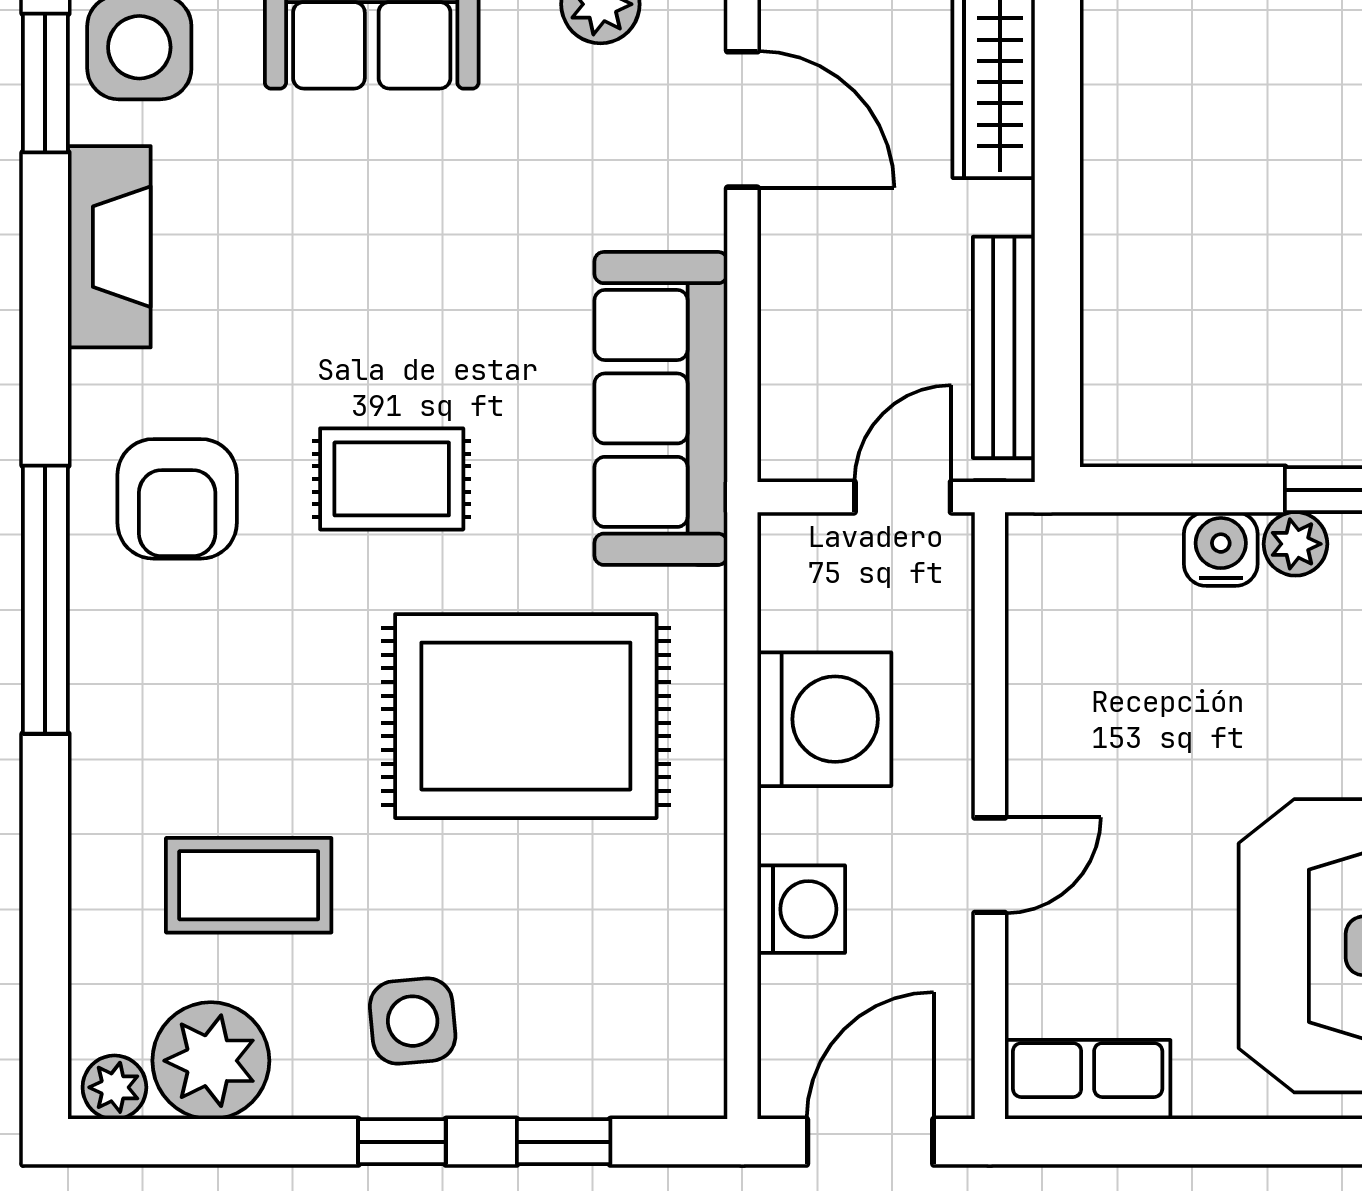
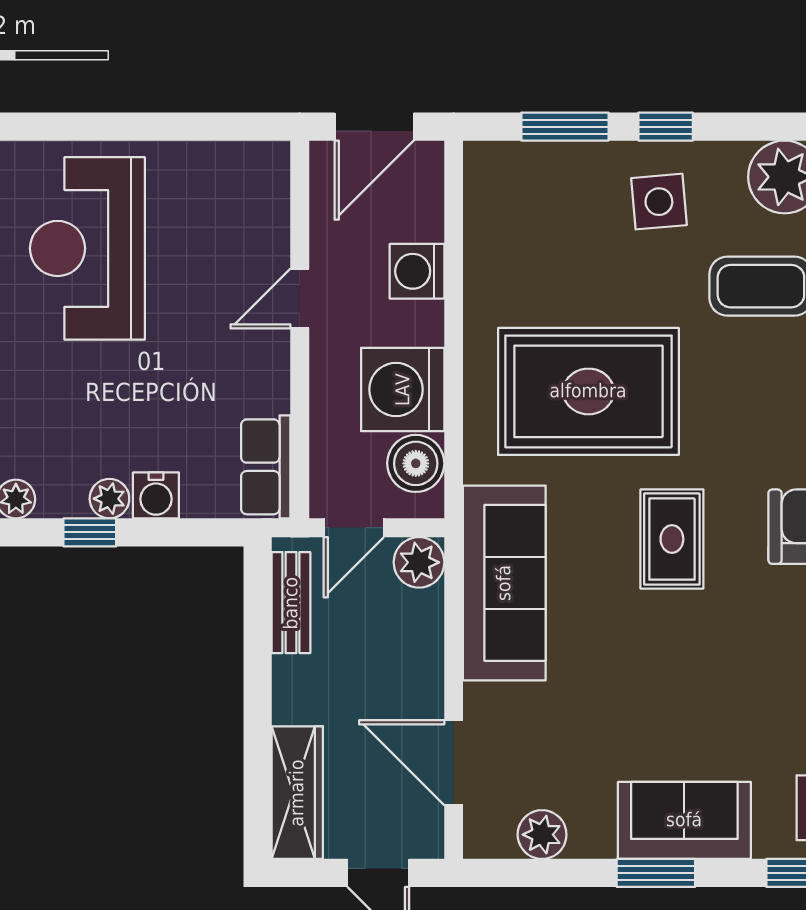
bench: (1004, 347) -> (291, 603), width x0.73
plant: (798, 441) -> (419, 562), added
rug: (392, 479) -> (672, 539), turned 90
boiler: (803, 600) -> (416, 463), added
row of seats: (1088, 1080) -> (266, 467), moved, turned 90
window: (564, 1142) -> (565, 127), width x1.50

